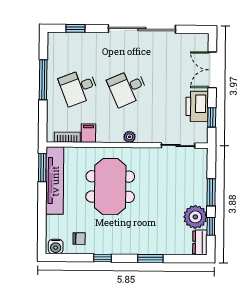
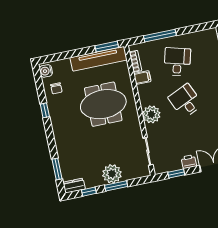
window: (43, 80) -> (160, 36), moved
desk: (79, 87) -> (177, 62), turned 36
printer: (197, 106) -> (189, 162), width x0.53, depth x0.68
plant: (130, 137) -> (151, 114), width x1.88, depth x1.88
plant: (195, 217) -> (112, 174), moved
window: (150, 258) -> (57, 169), moved

